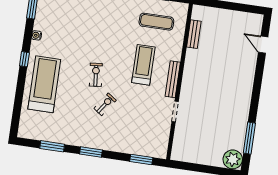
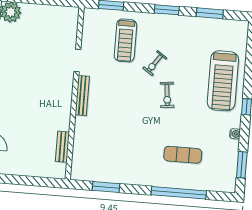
exercise mat: (156, 22) -> (183, 155), moved
treadmill: (143, 65) -> (125, 40), moved

